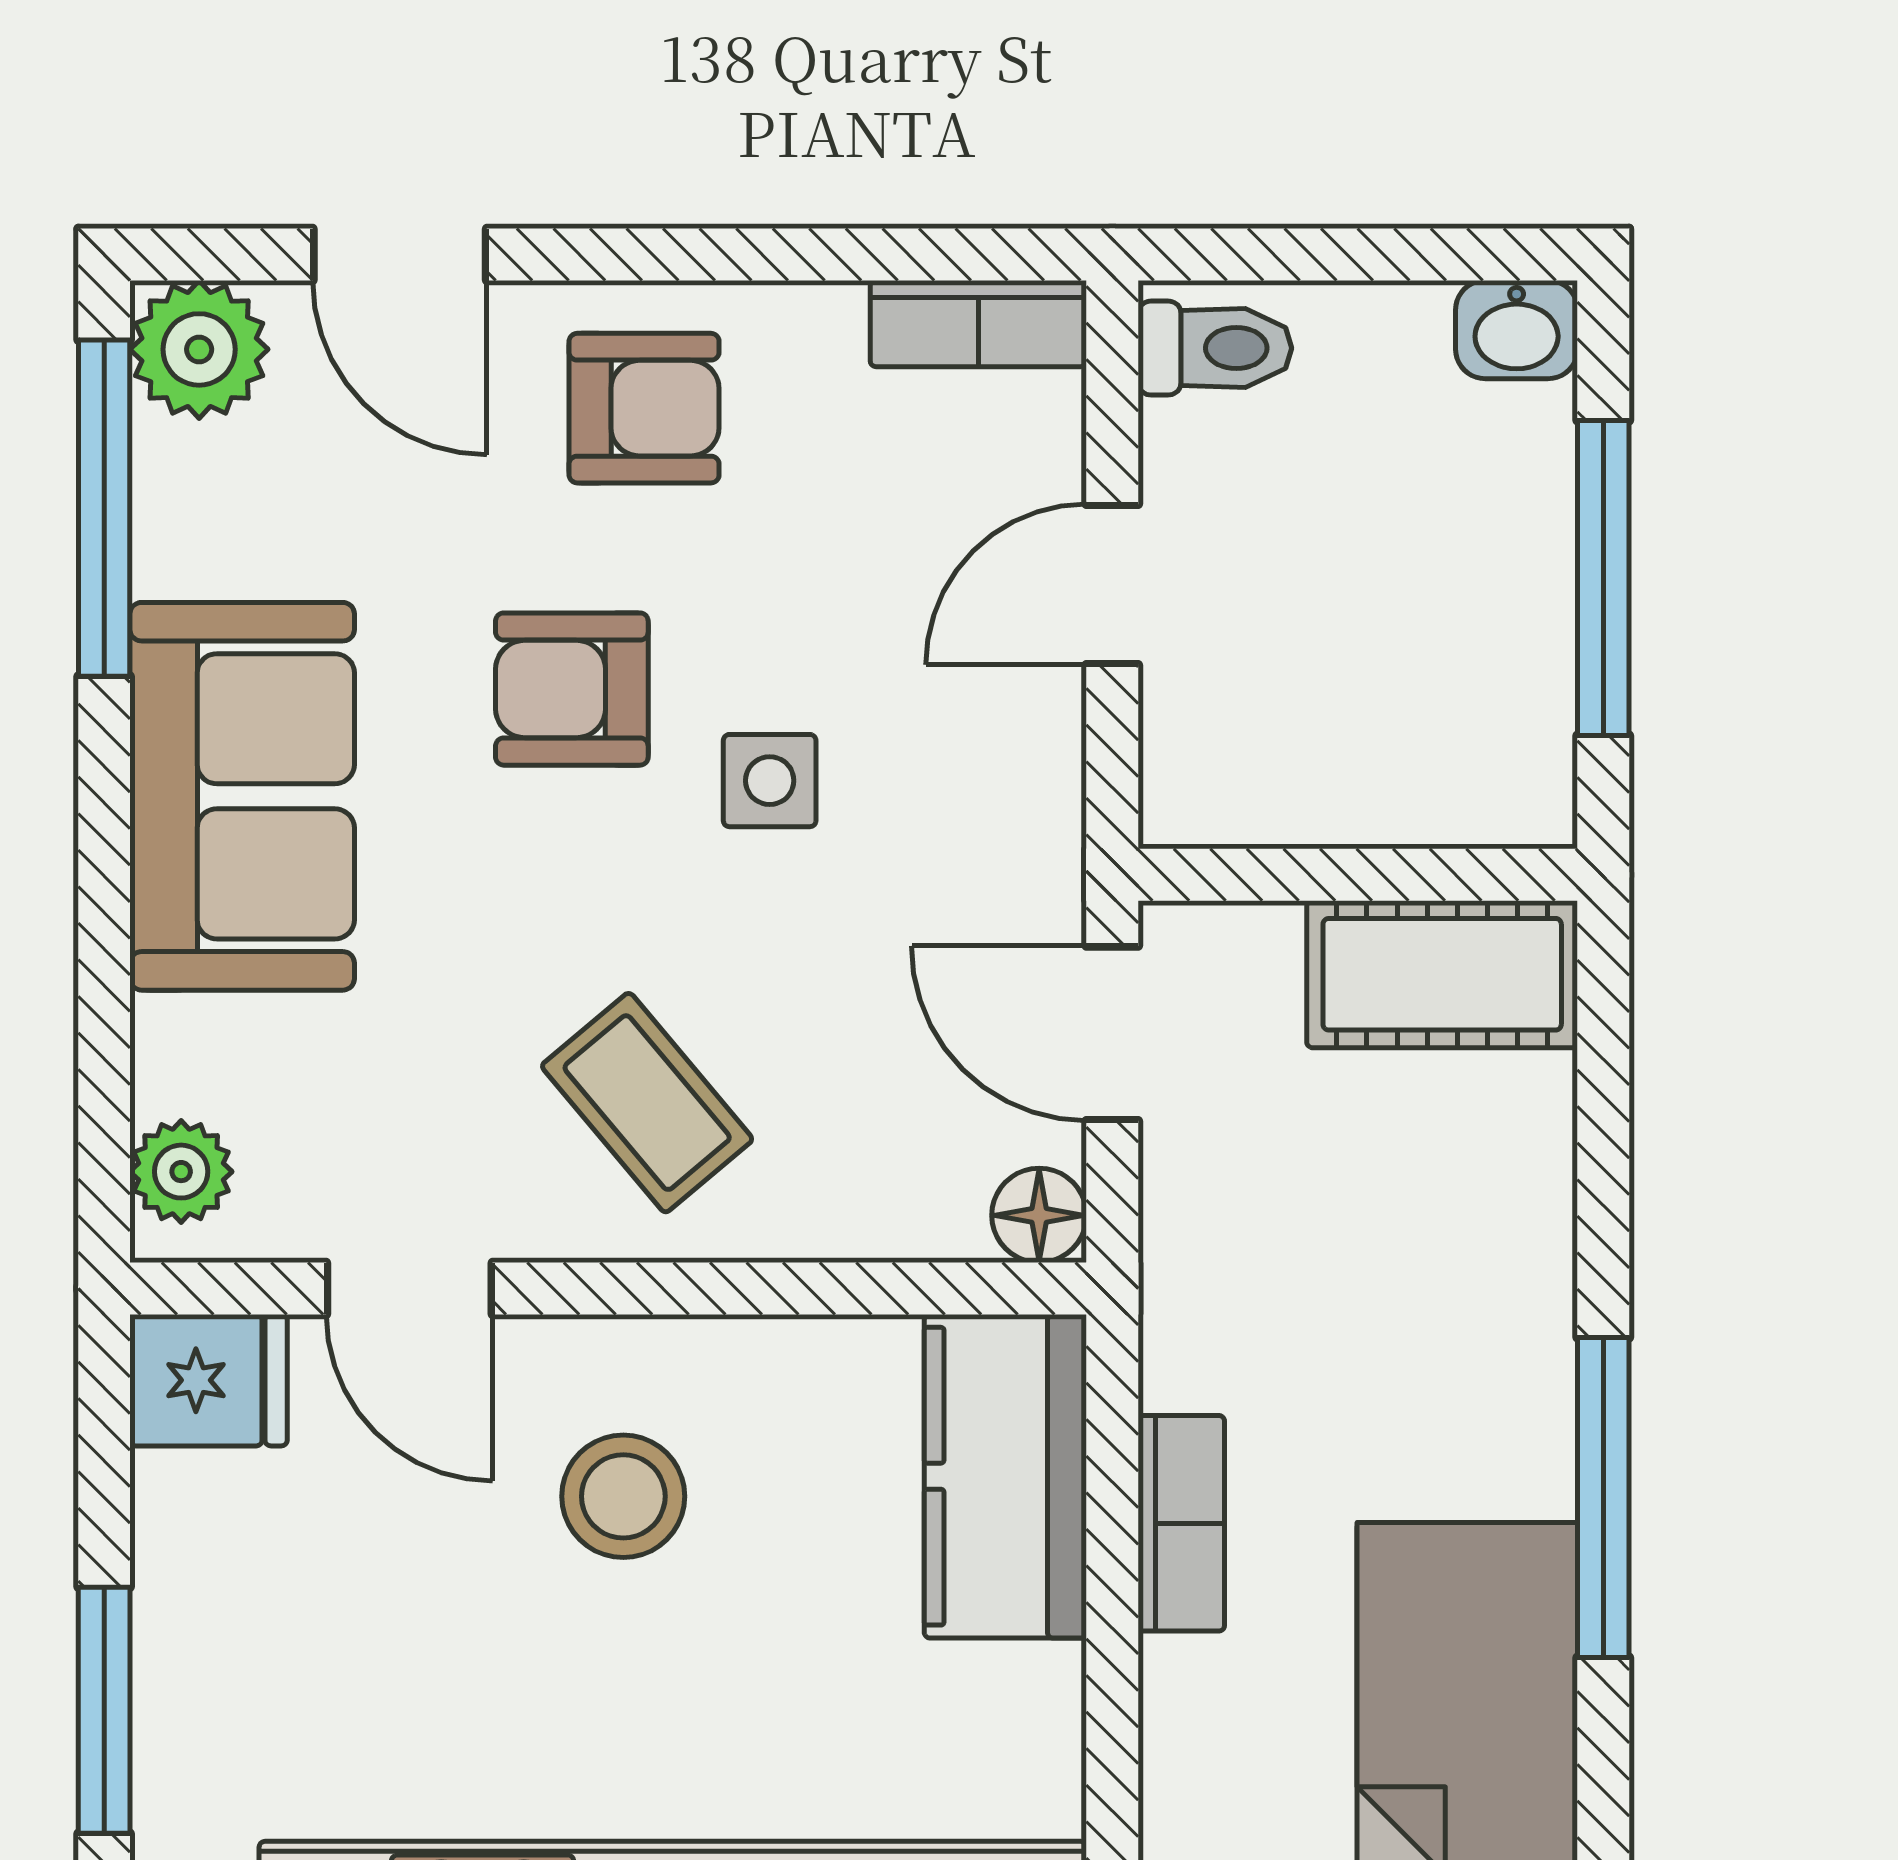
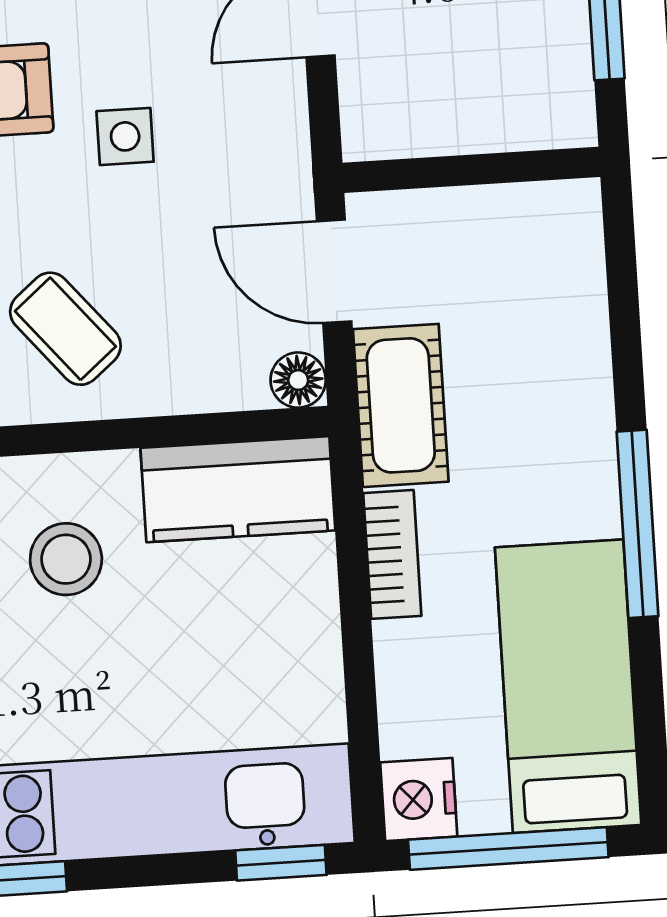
cot: (1442, 974) -> (401, 405), moved, turned 90
kitchen counter: (1005, 1476) -> (238, 489), moved, turned -90

